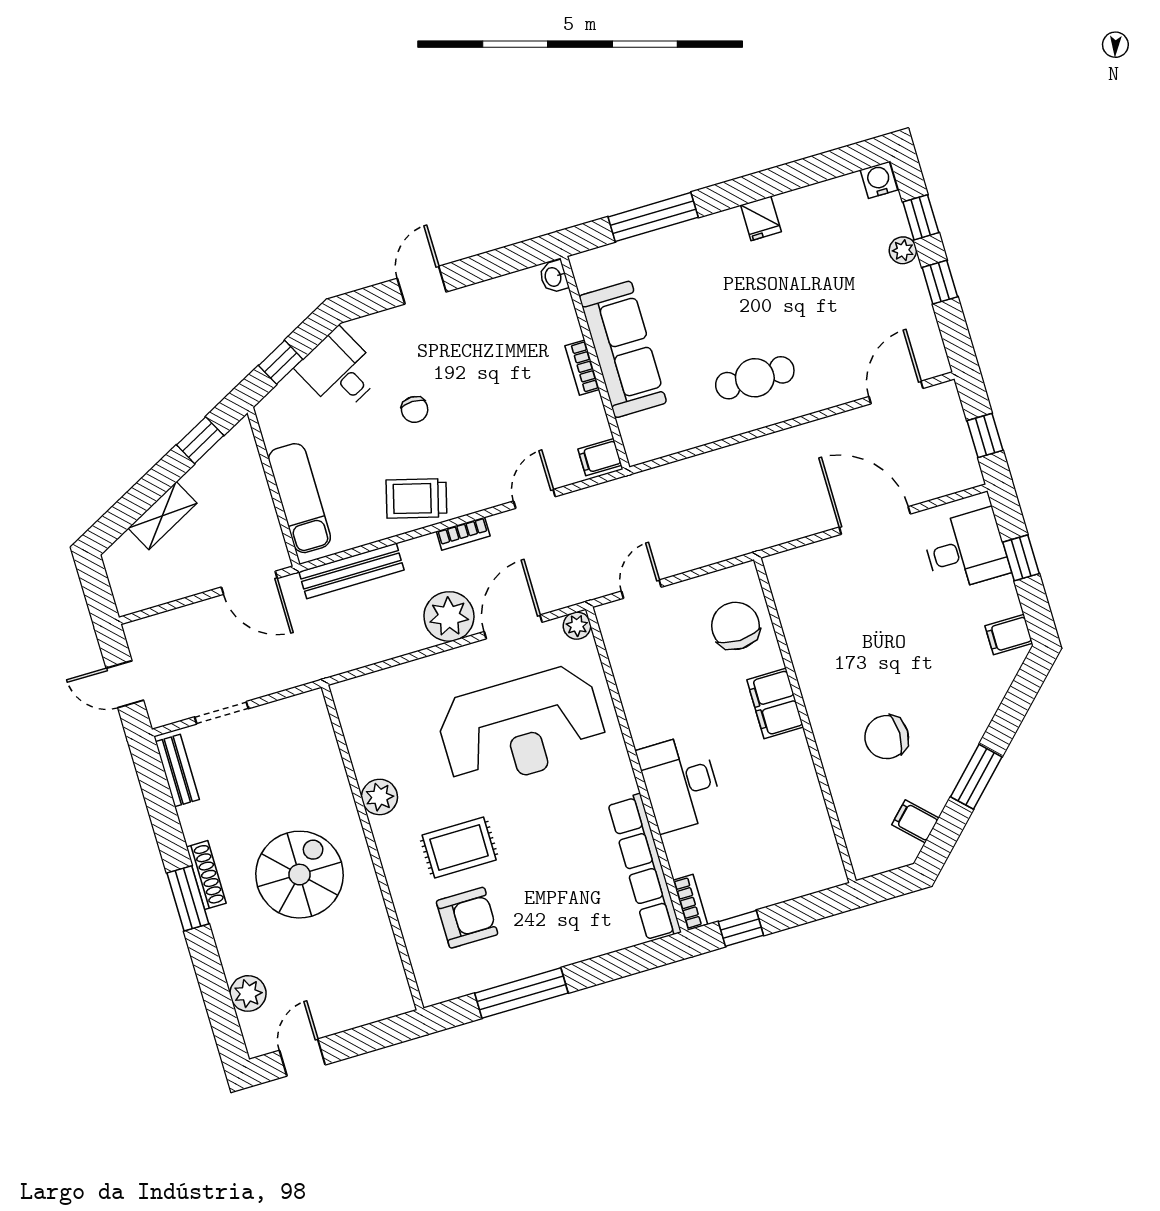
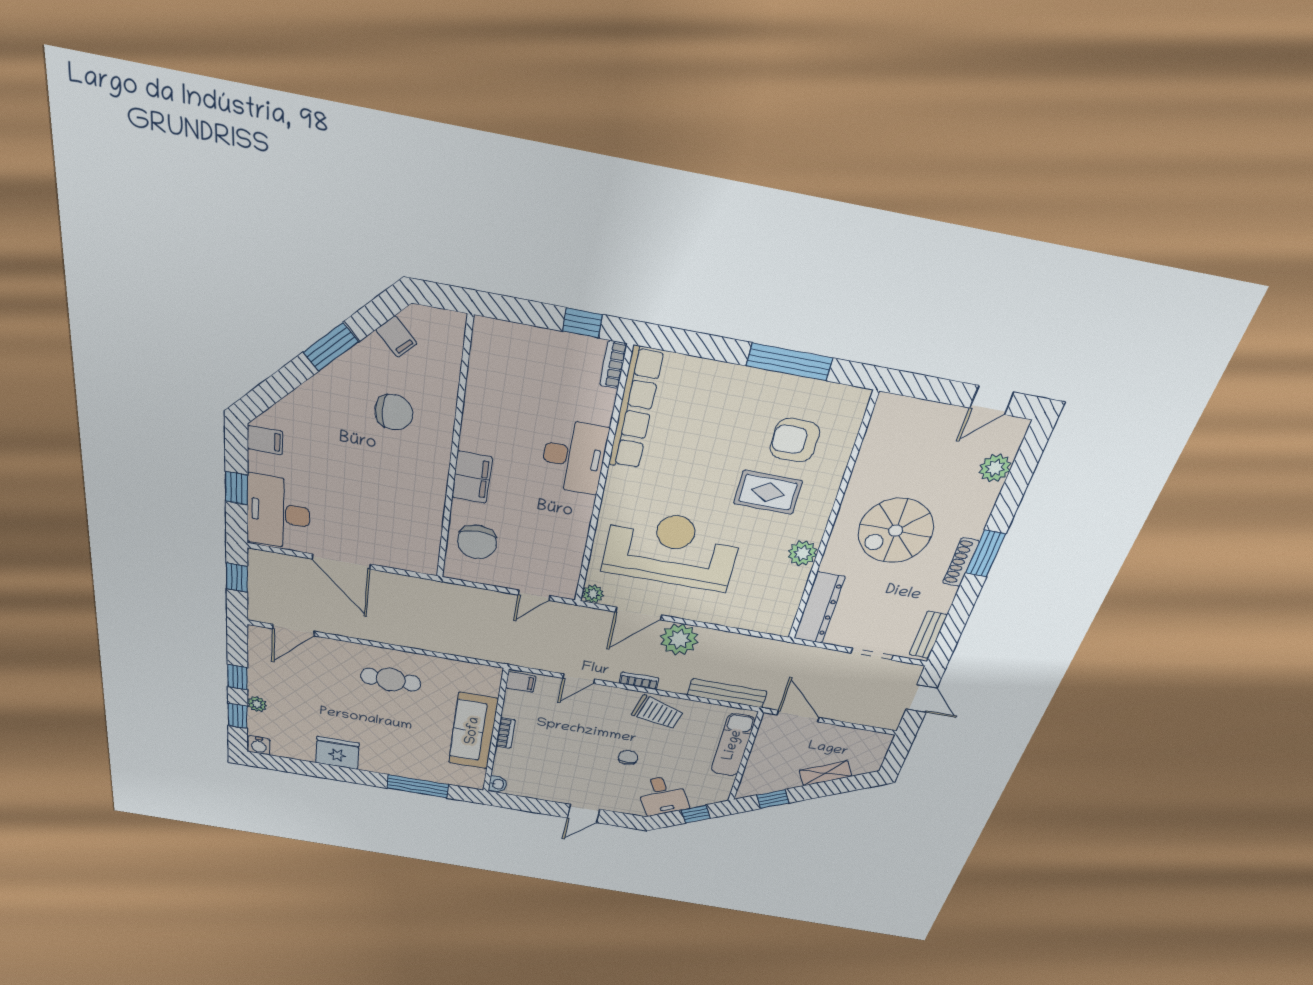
fridge: (761, 218) -> (337, 753), width x1.88, depth x1.34
desk: (966, 550) -> (278, 513), width x1.37
dresser: (319, 740) -> (819, 608), added

